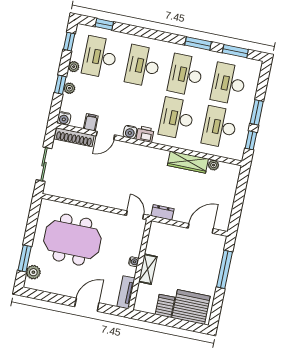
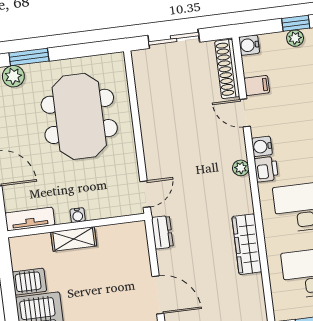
plant: (214, 165) -> (241, 168), moved

